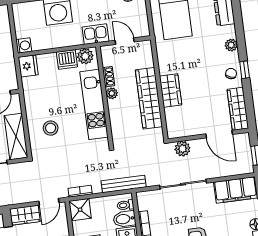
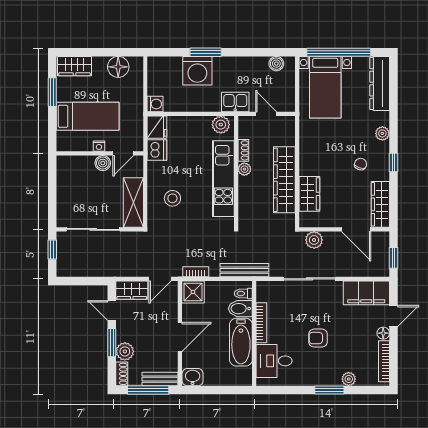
dishwasher: (67, 59) -> (157, 150), moved, turned -90
chair: (231, 74) -> (361, 164), moved
wardrobe: (171, 90) -> (309, 194), moved

